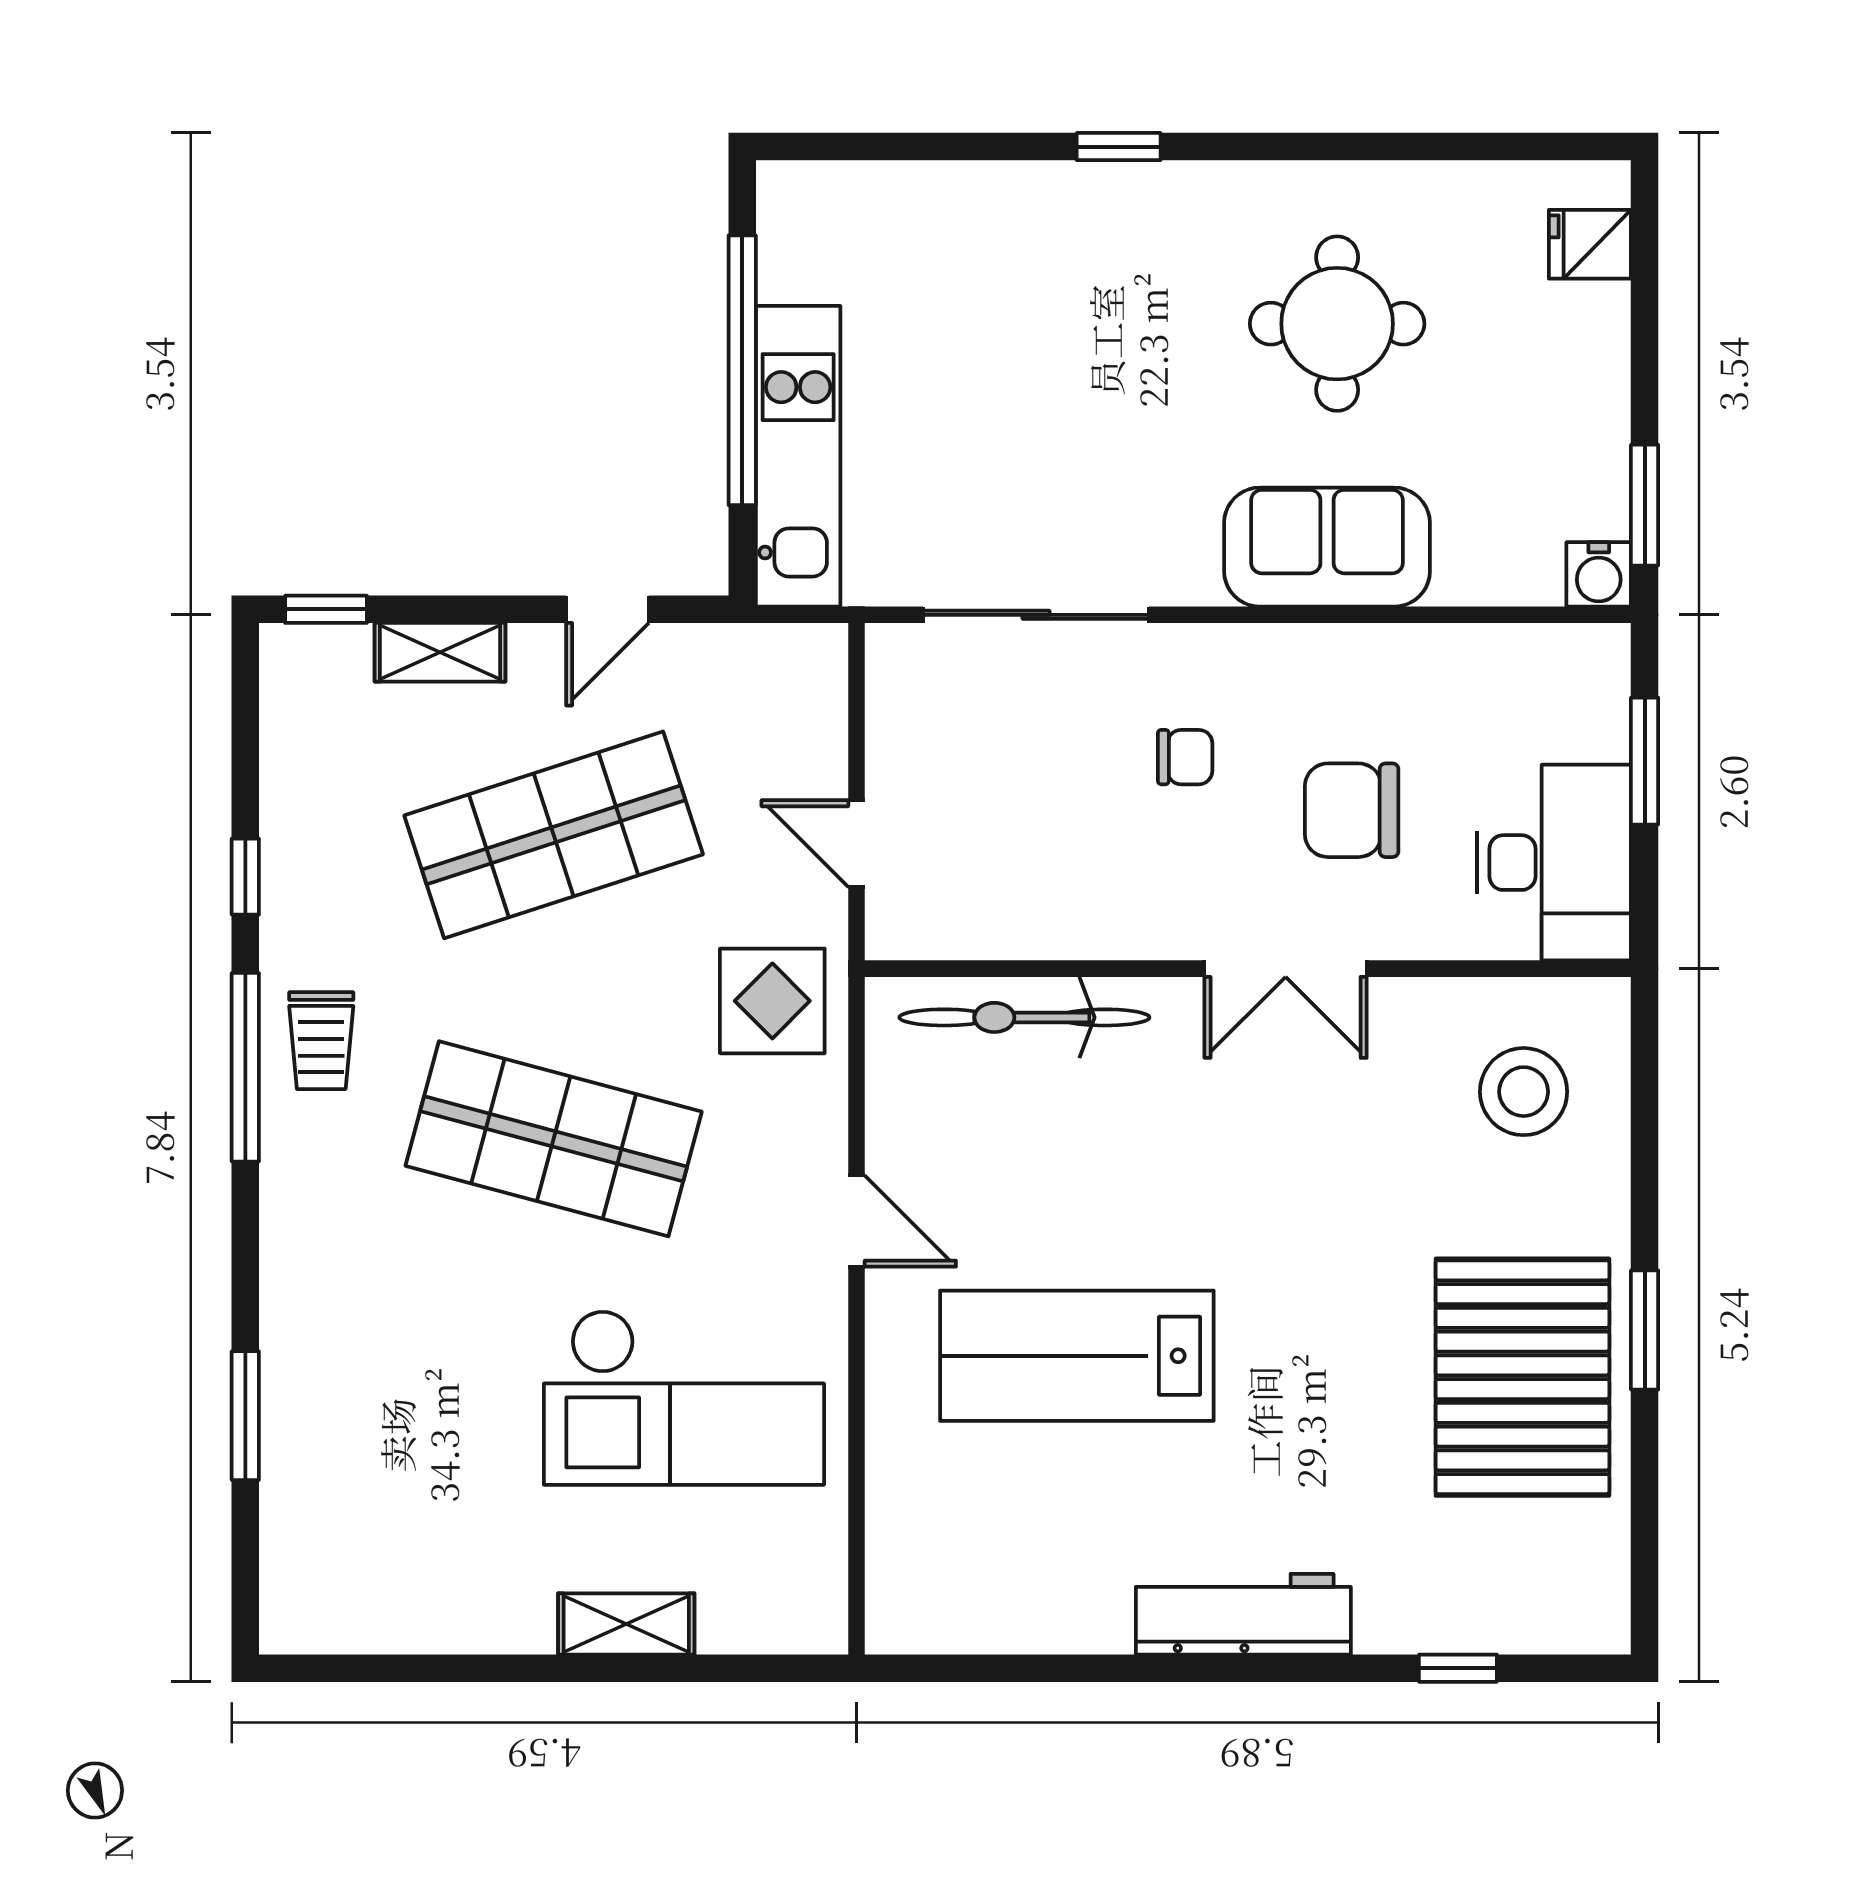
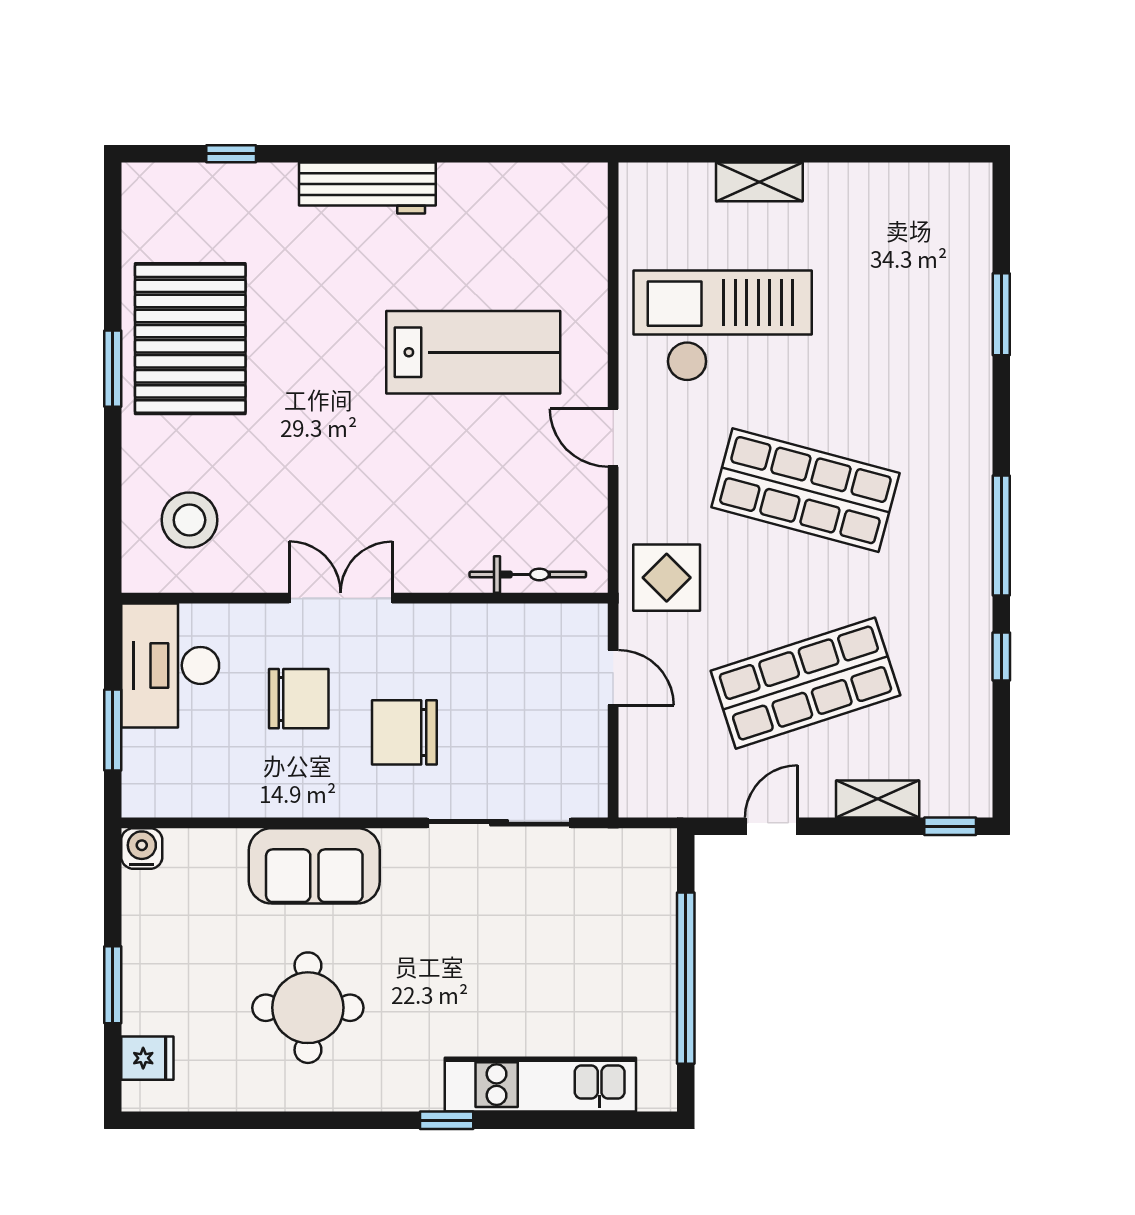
kitchen unit: (798, 456) -> (540, 1085), moved, turned 90
window: (1645, 505) -> (113, 985), moved
chair: (1185, 757) -> (404, 732), width x1.87, depth x1.87
bicycle: (1024, 1017) -> (528, 574), width x0.73, depth x0.71
trolley: (321, 1041) -> (953, 552), removed

